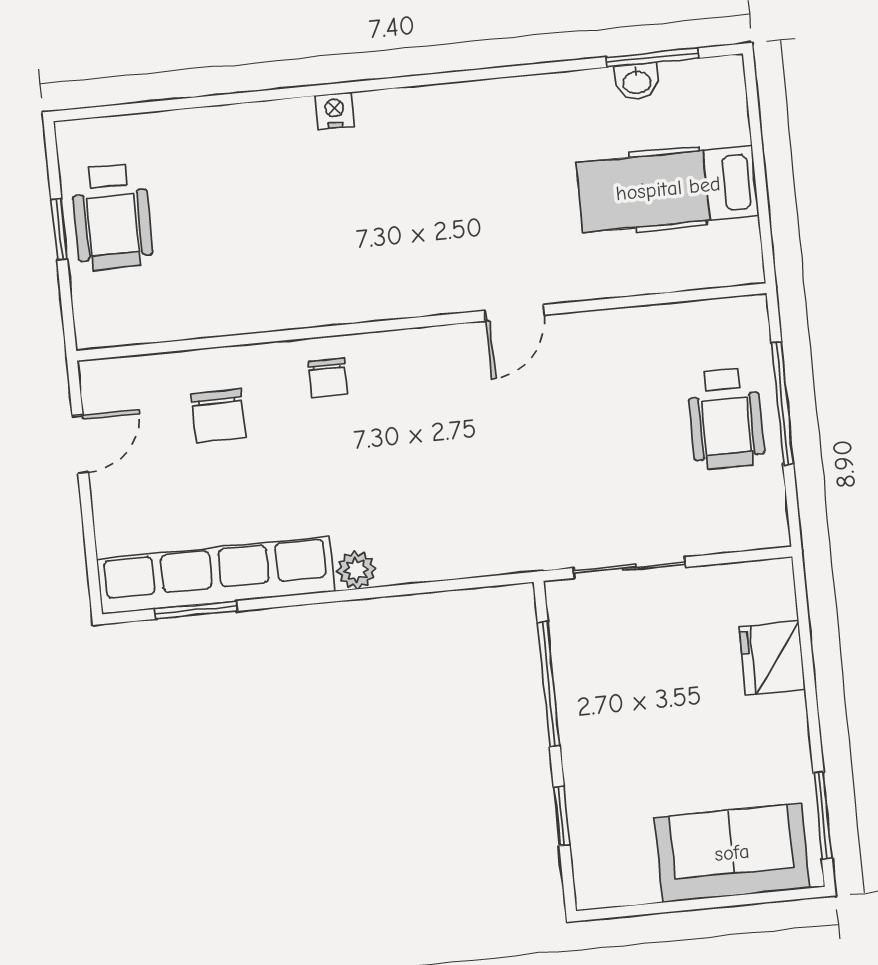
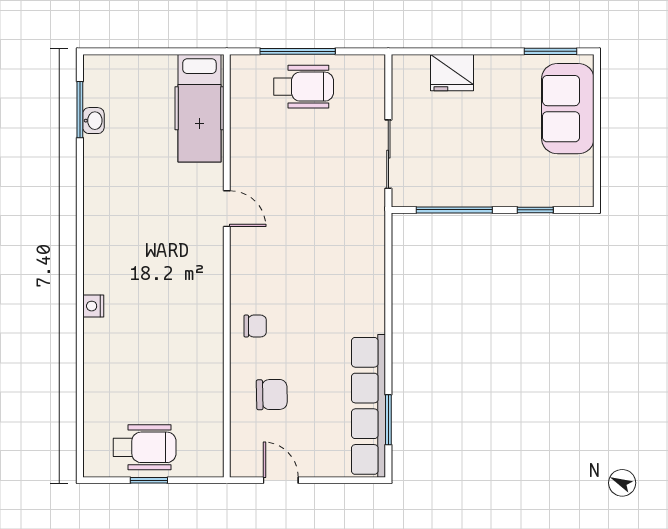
hospital bed: (668, 189) -> (199, 108), moved
plant: (356, 570) -> (373, 320), removed

